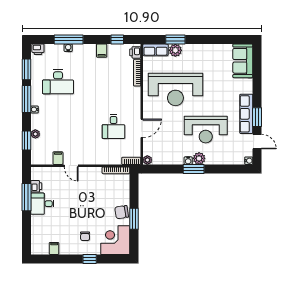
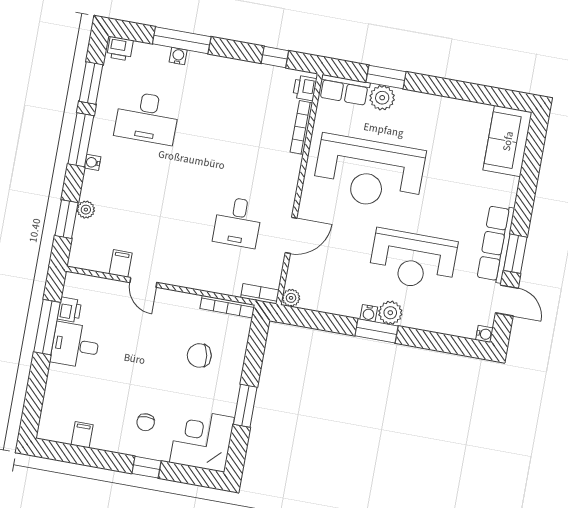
filing cabinet: (102, 51) -> (241, 73), removed
chair: (122, 212) -> (199, 355), moved

